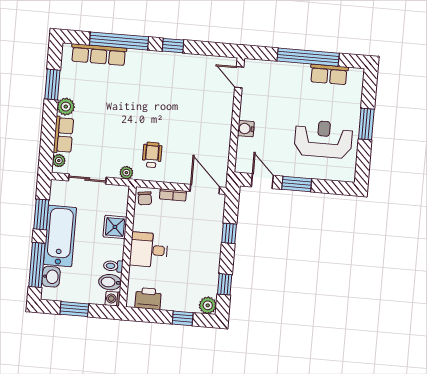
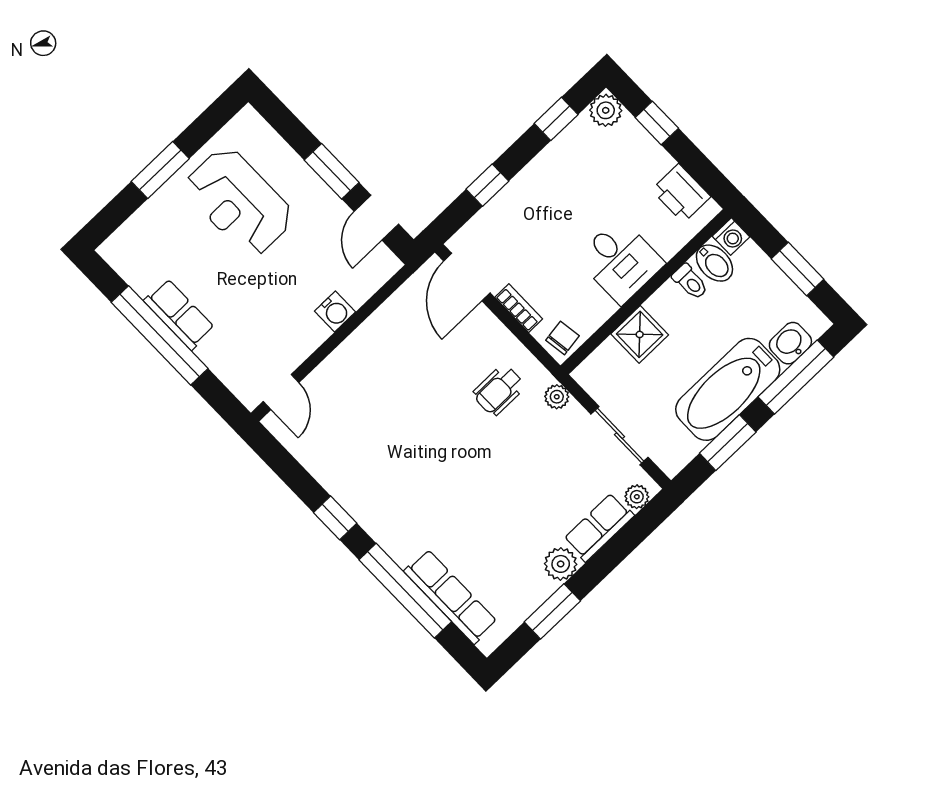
row of seats: (329, 74) -> (179, 314), moved

